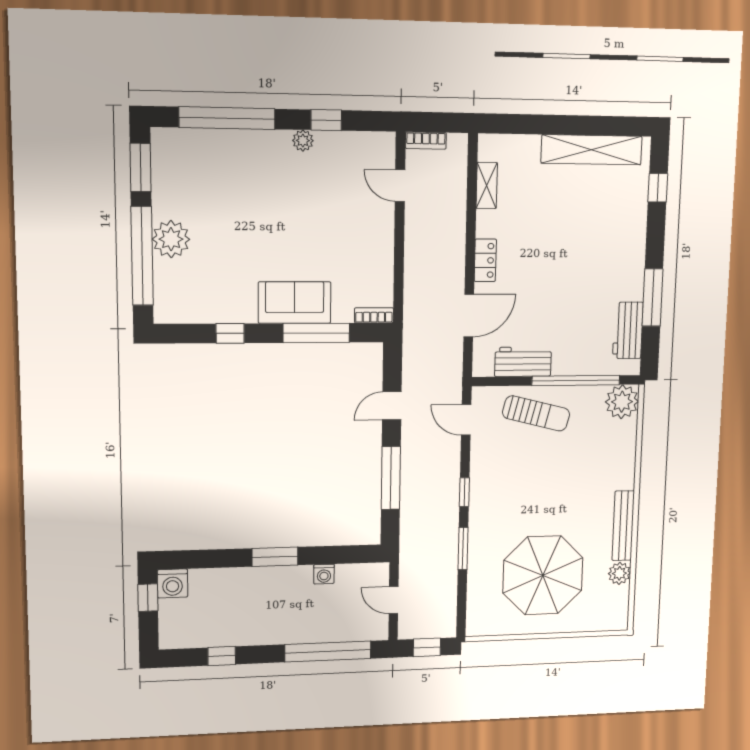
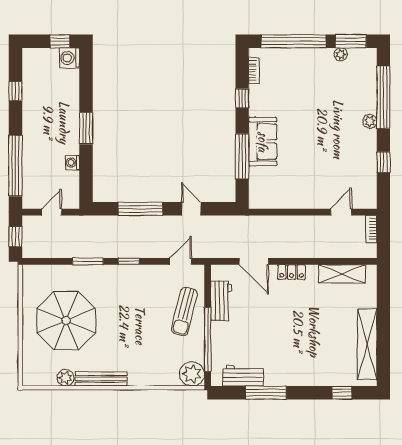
plant: (303, 141) -> (370, 121), moved
shelving: (487, 186) -> (342, 274), width x1.50, depth x1.33
plant: (171, 239) -> (341, 54), moved, width x0.53, depth x0.53
bookcase: (374, 315) -> (254, 70), moved

